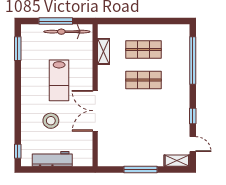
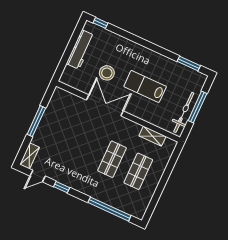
stool: (51, 121) -> (107, 73), moved

